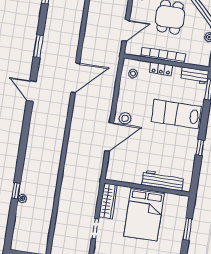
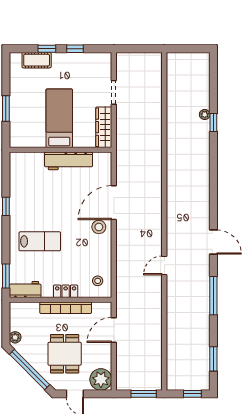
window: (38, 46) -> (213, 296), width x1.44
door: (75, 78) -> (164, 265), width x0.53
lab bench: (176, 114) -> (40, 241), width x0.73, depth x0.72
workbench: (163, 181) -> (69, 161), moved
bed: (144, 214) -> (59, 118), width x0.67

